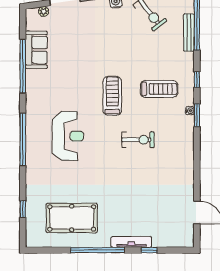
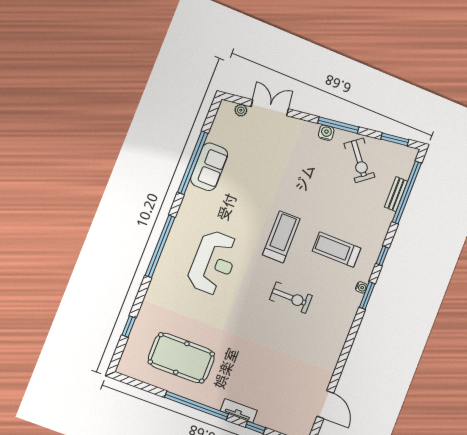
bench: (189, 33) -> (396, 194), width x0.73
sofa: (36, 50) -> (209, 167), moved
treadmill: (159, 89) -> (337, 250), turned 180
tv unit: (131, 242) -> (239, 411), width x0.71

